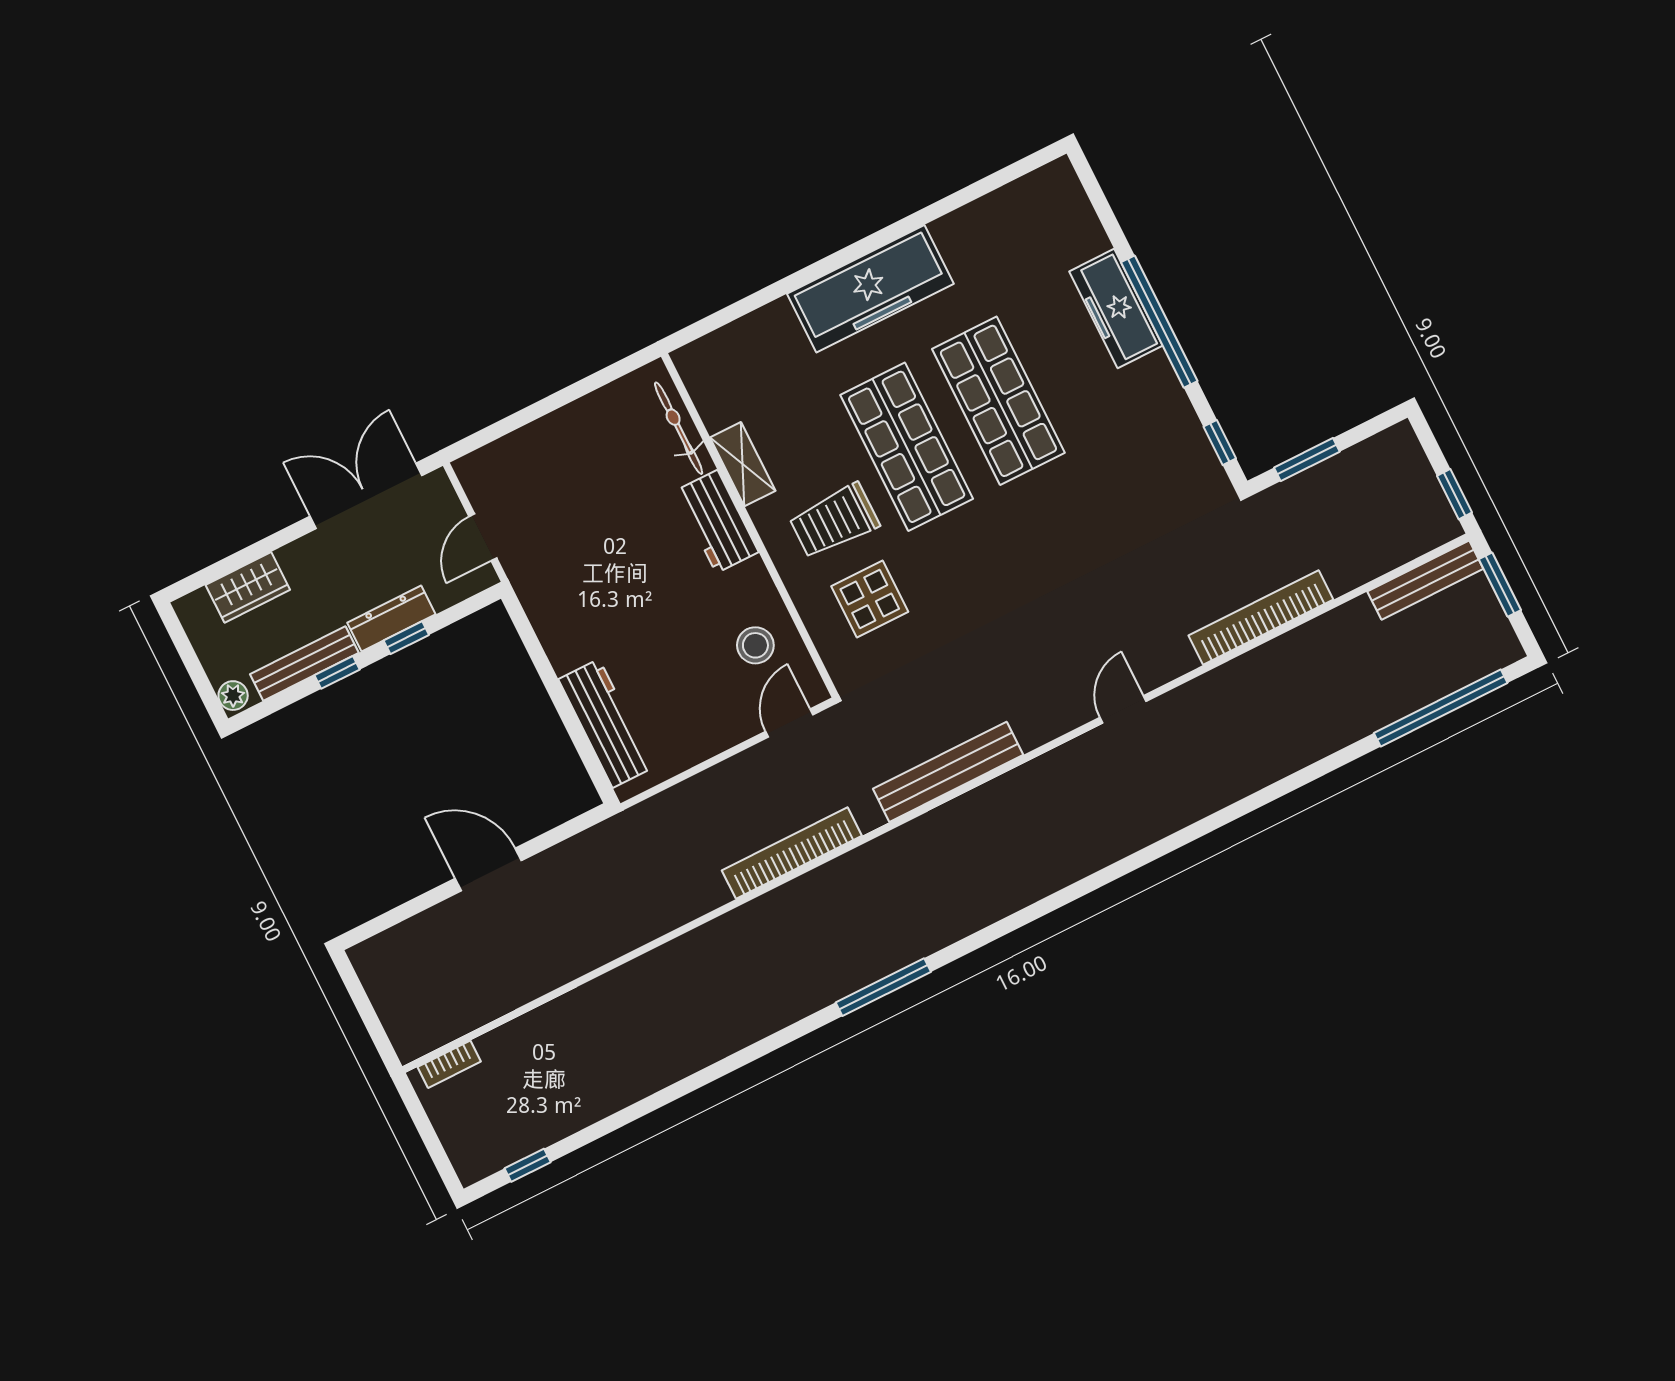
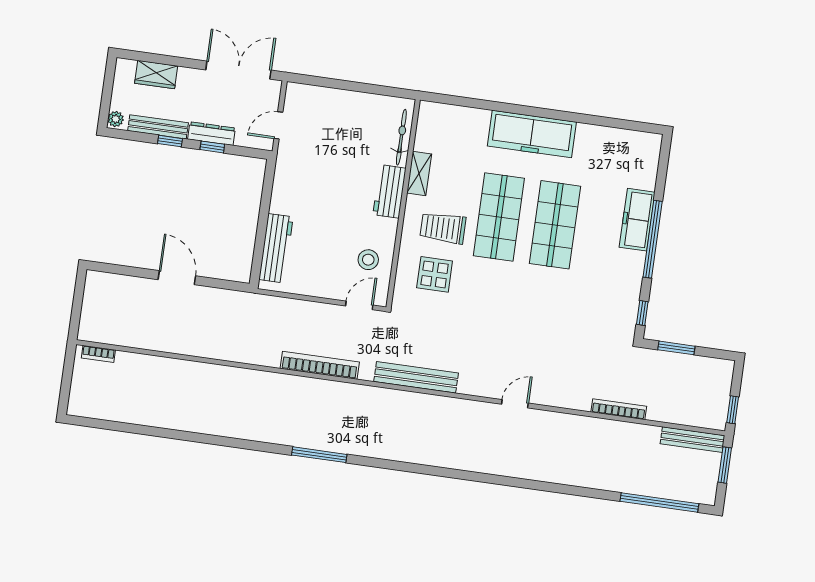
bookcase: (1261, 618) -> (619, 409), width x0.68, depth x0.76
window: (528, 1165) -> (102, 424), removed

